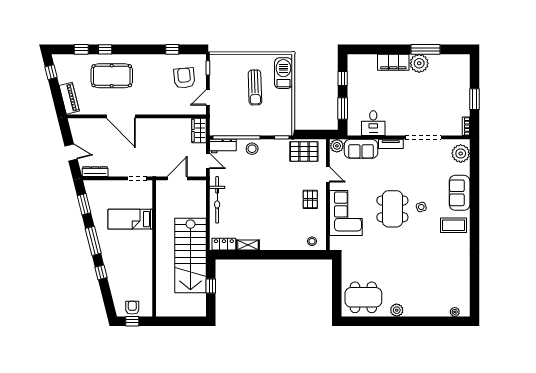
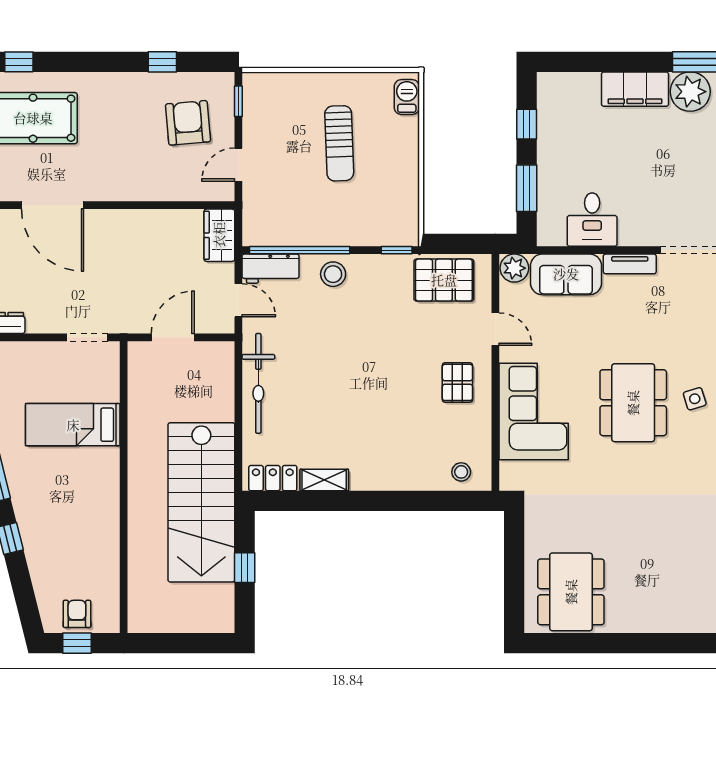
barbecue: (283, 73) -> (407, 97), width x0.53, depth x0.65
dining table: (363, 297) -> (571, 592), turned 90
plant: (397, 310) -> (642, 619), removed

